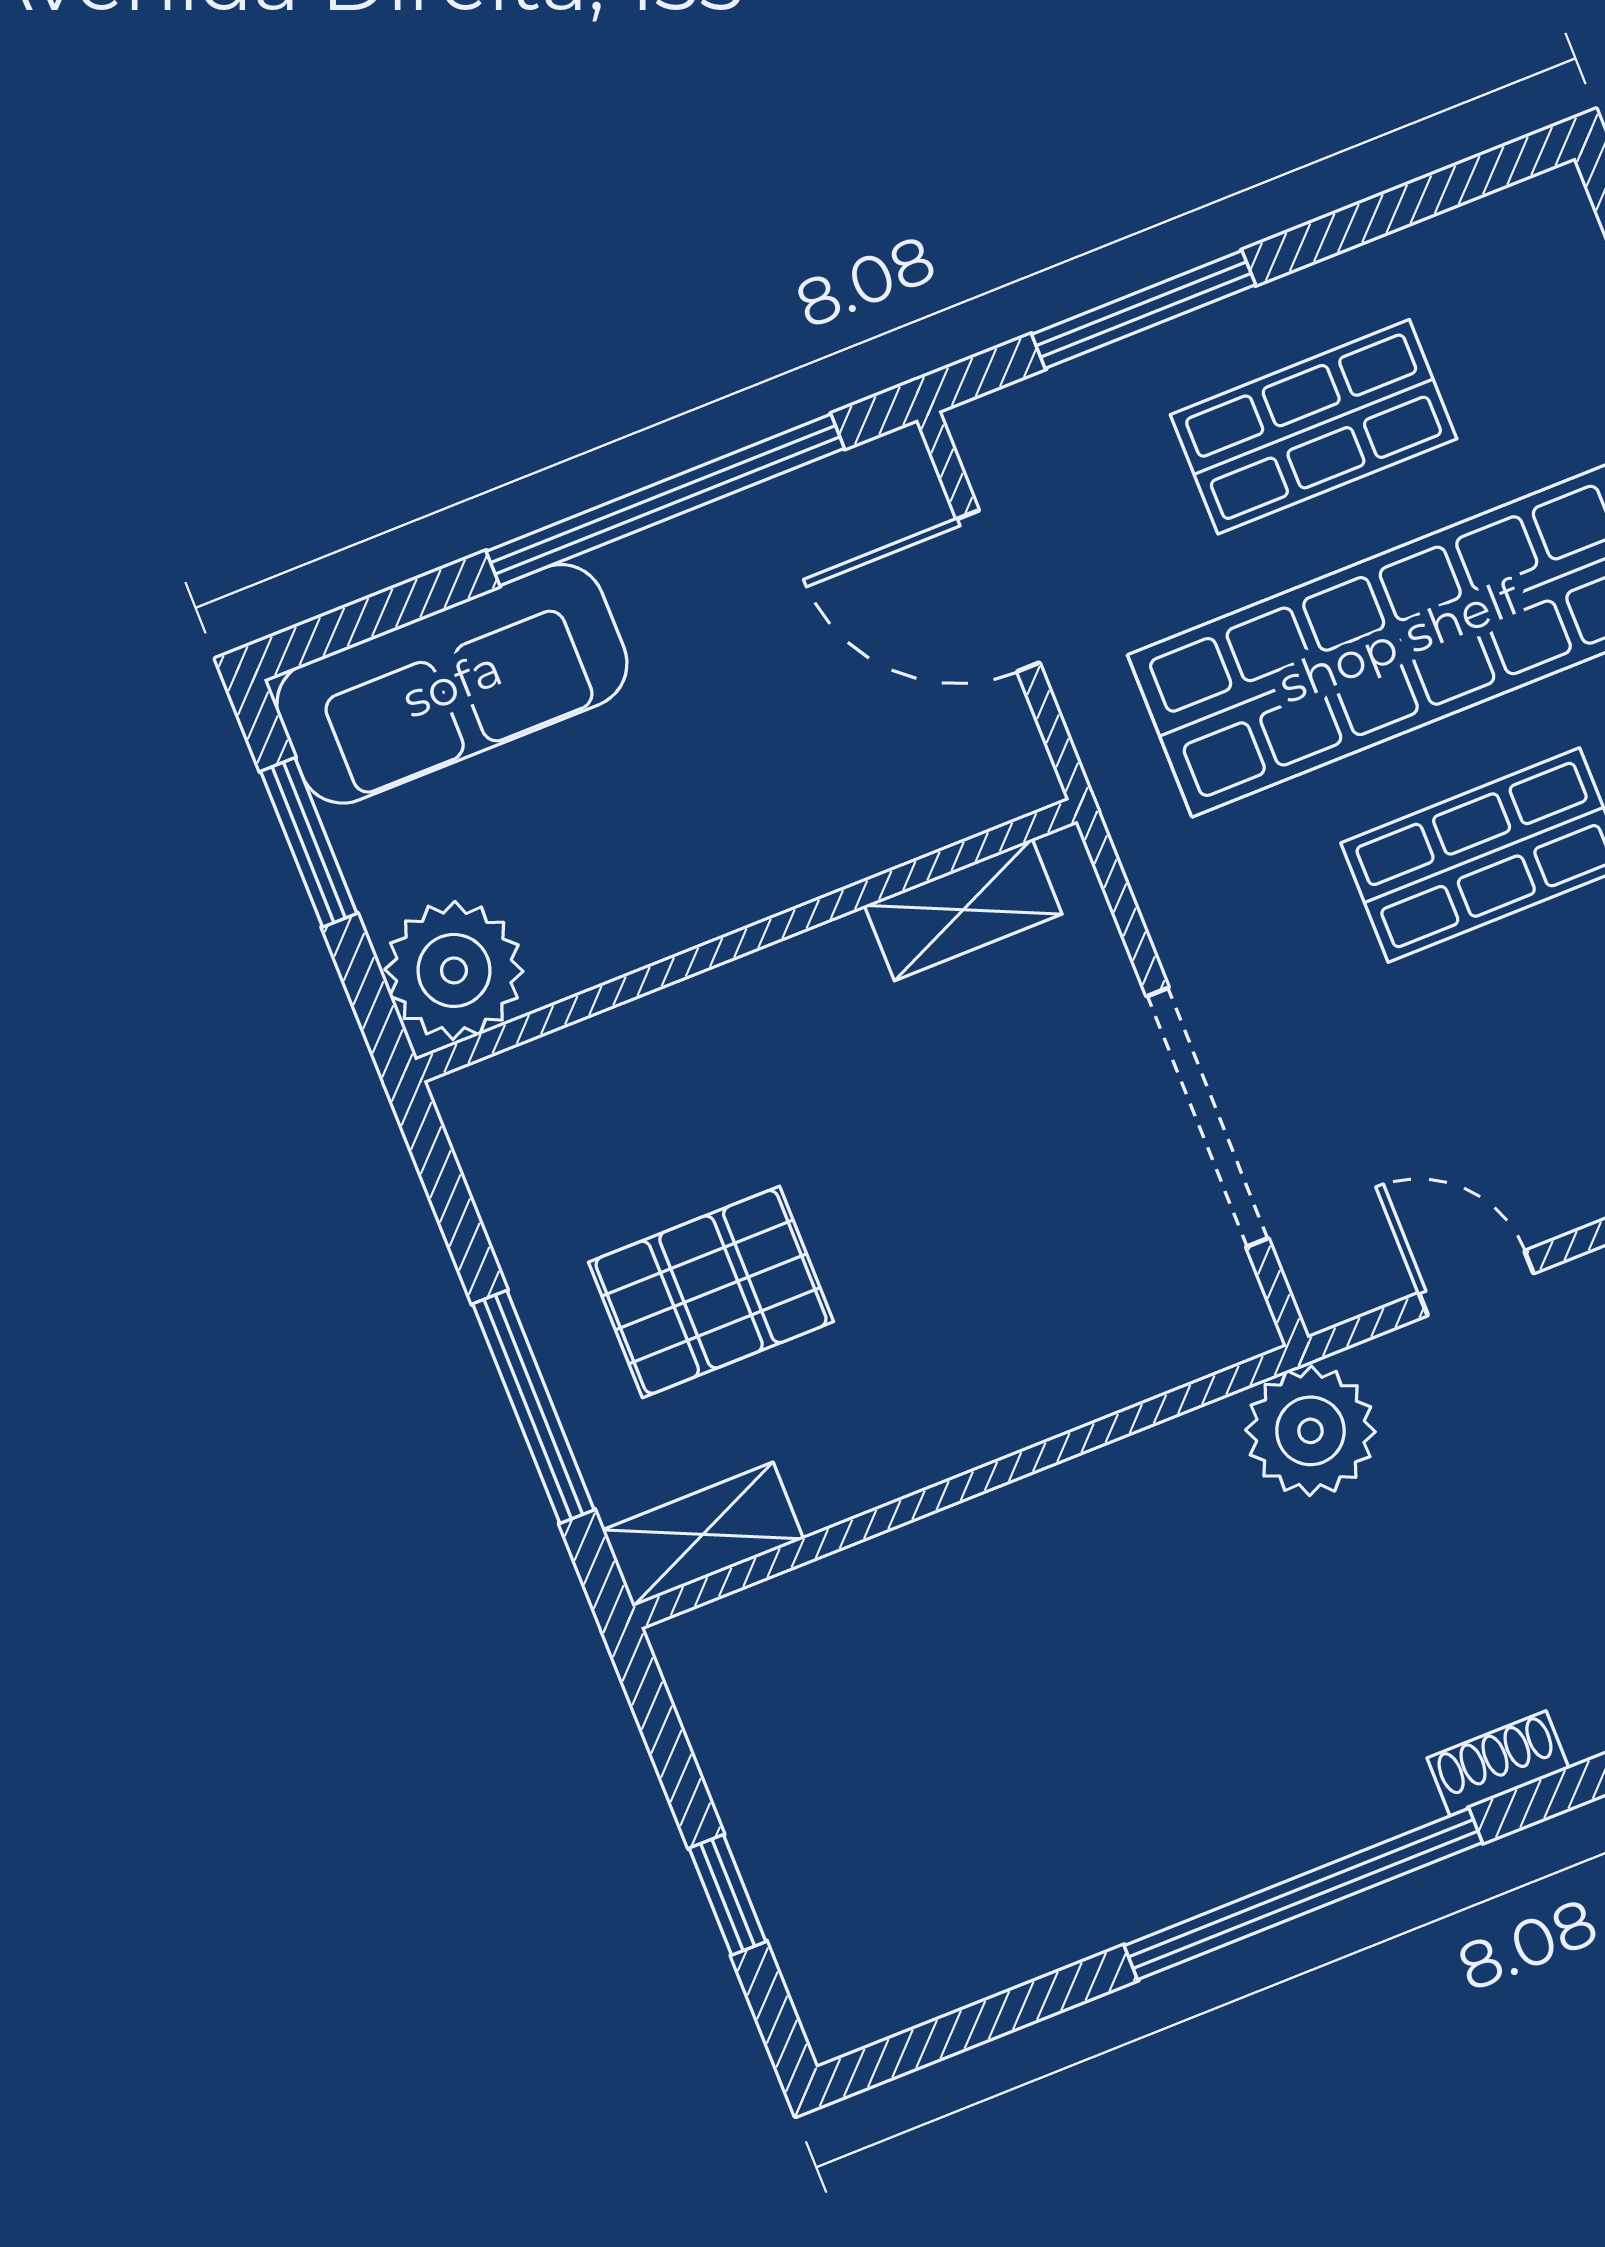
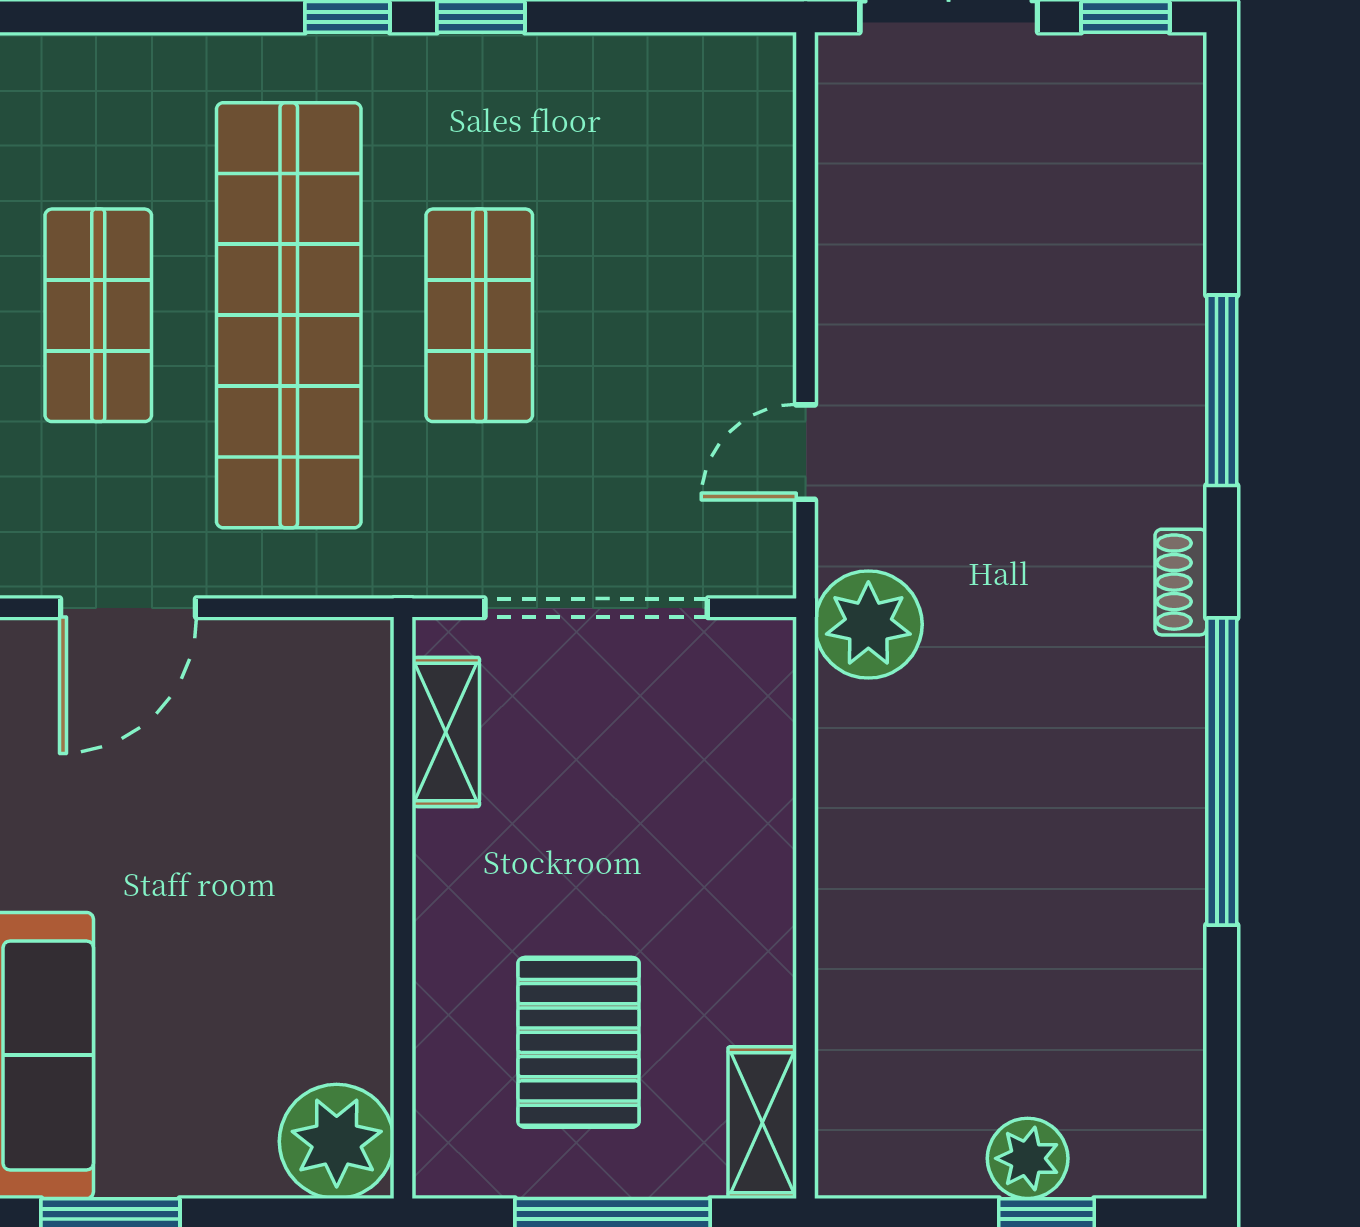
shelving: (963, 910) -> (446, 732), moved
wall: (746, 940) -> (403, 908), moved
plant: (454, 970) -> (337, 1141), moved
plant: (781, 1849) -> (1028, 1158), added

